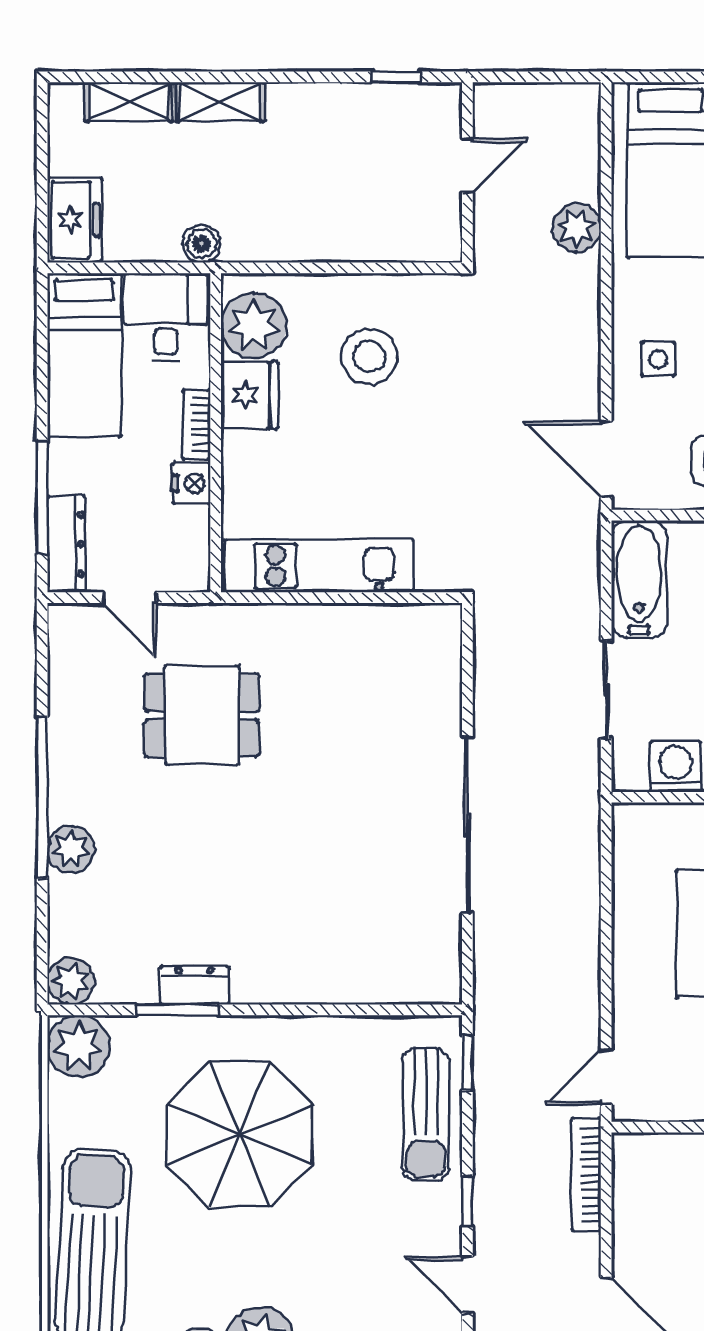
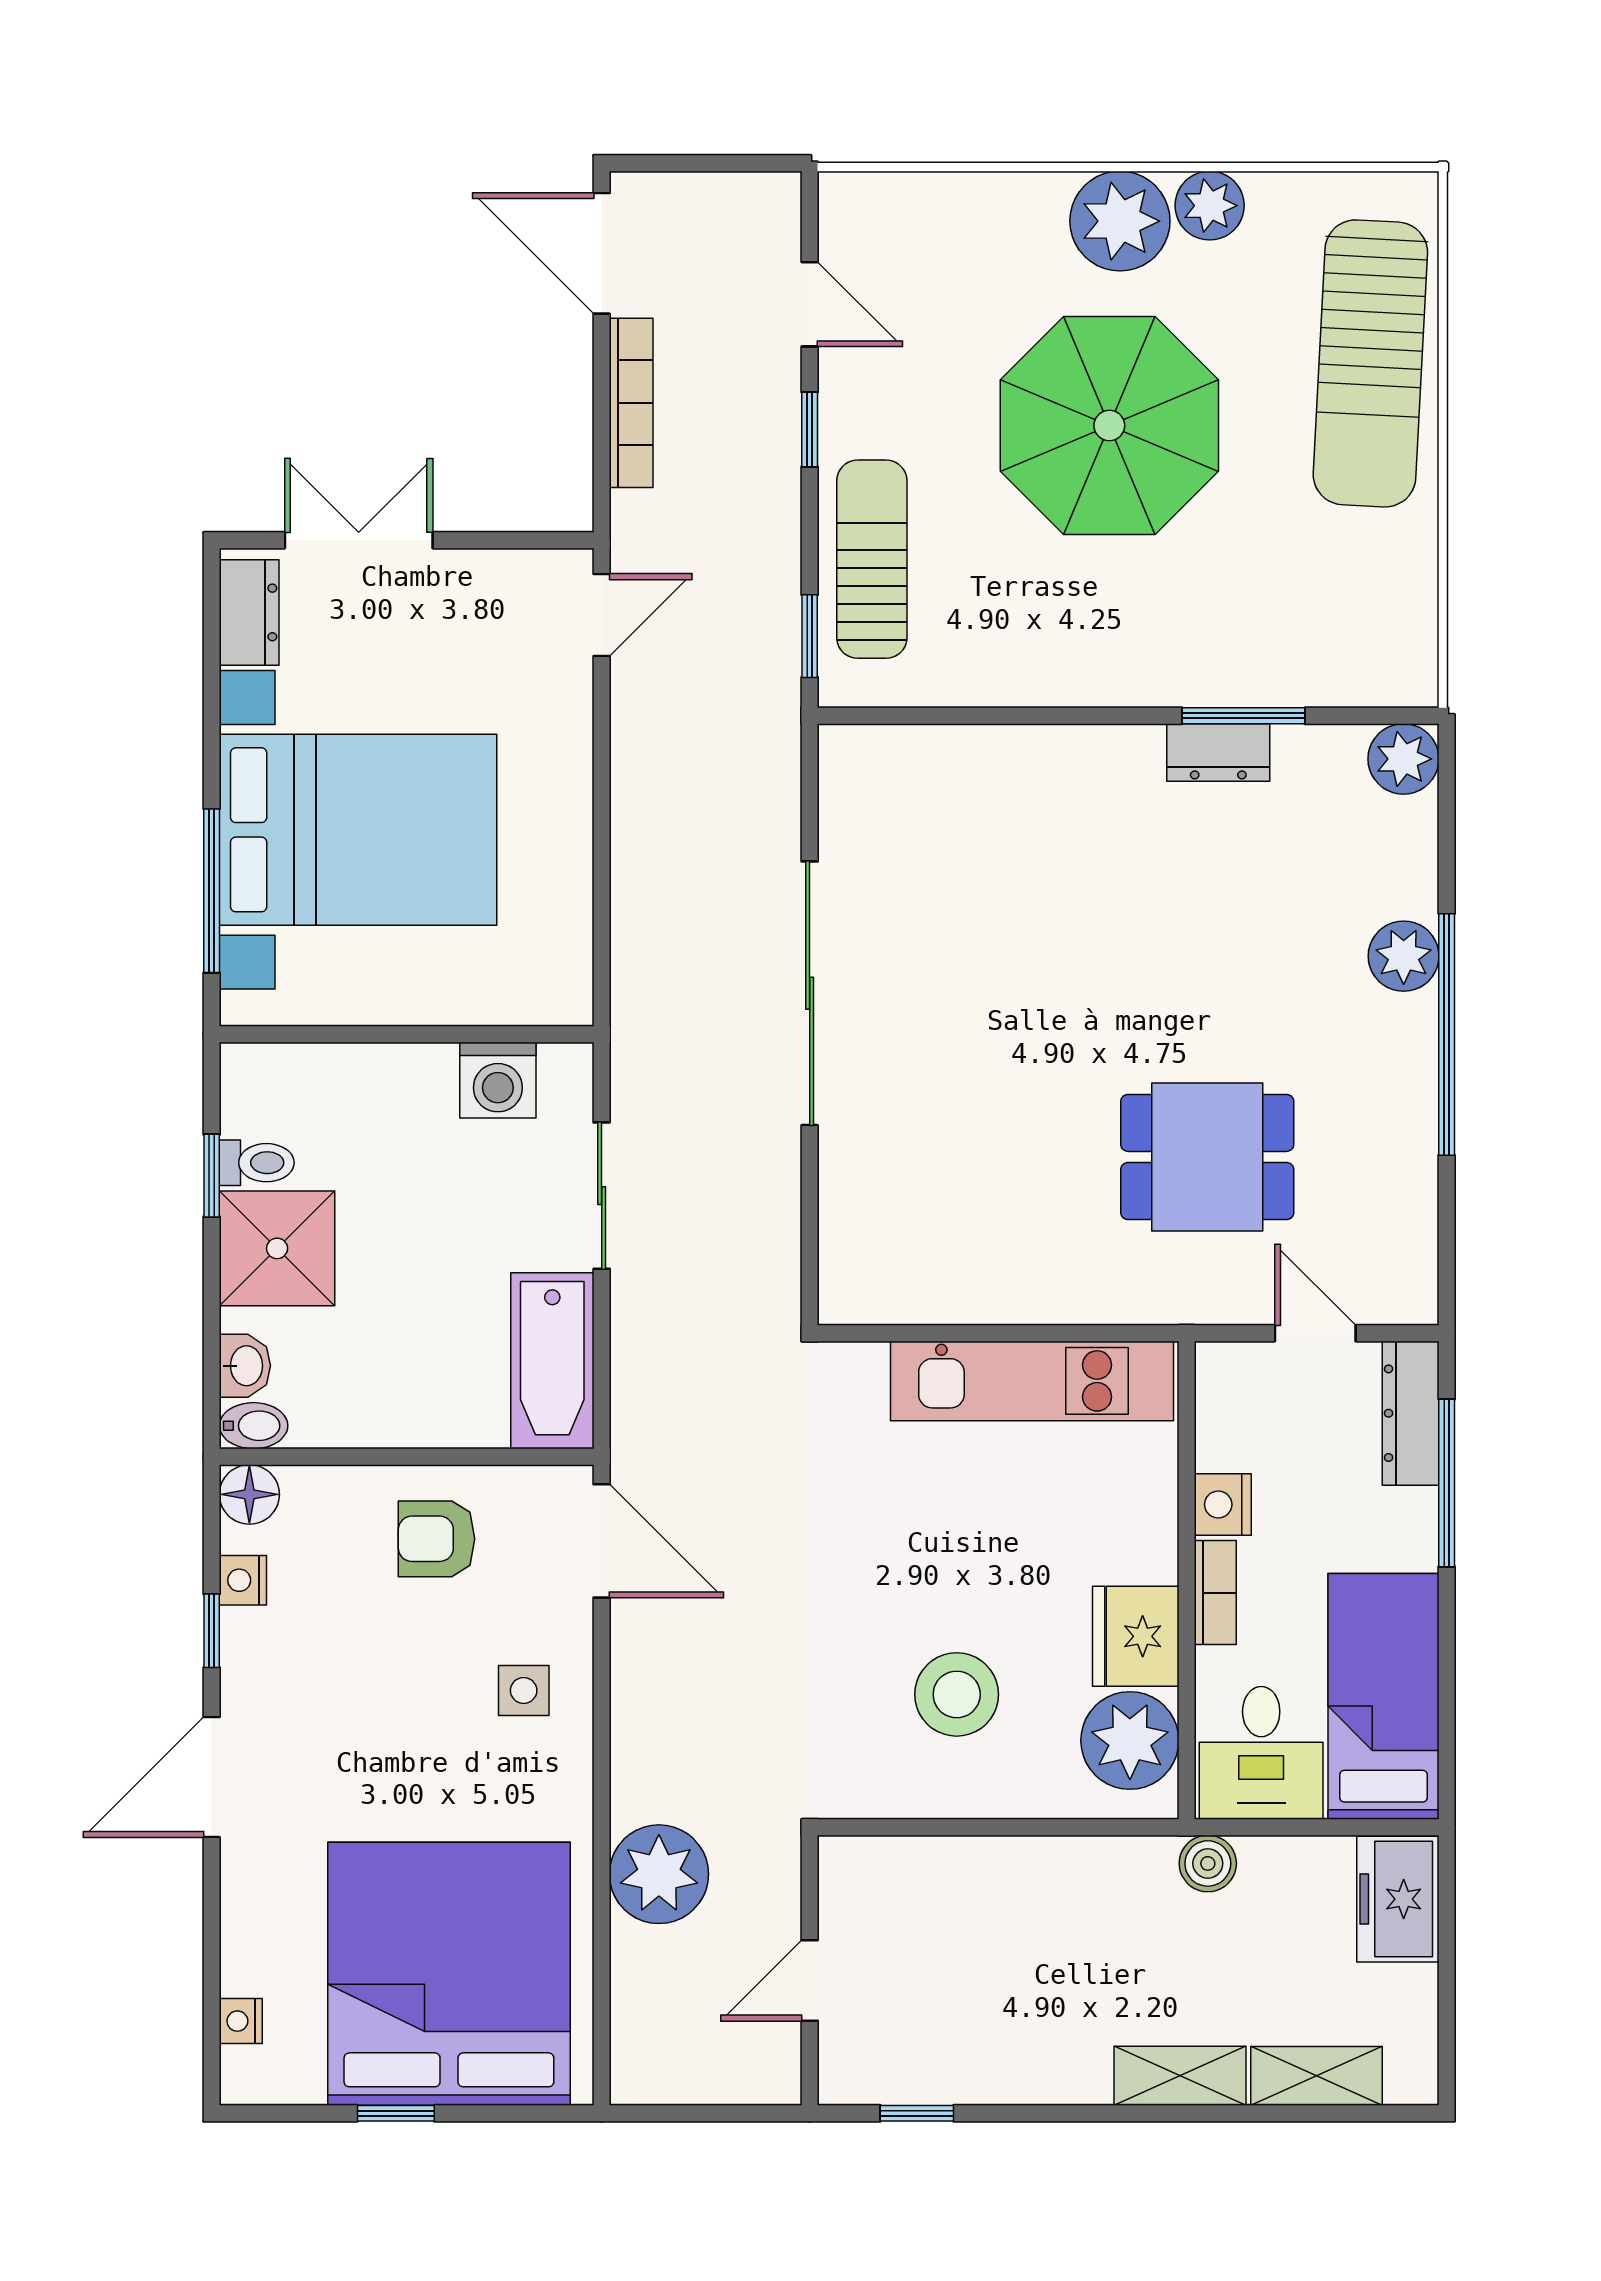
plant: (577, 228) -> (659, 1874), width x1.36, depth x1.36
plant: (78, 1046) -> (1392, 661), removed
parasol: (240, 1135) -> (1109, 426), moved
bookcase: (586, 1175) -> (631, 403), moved

